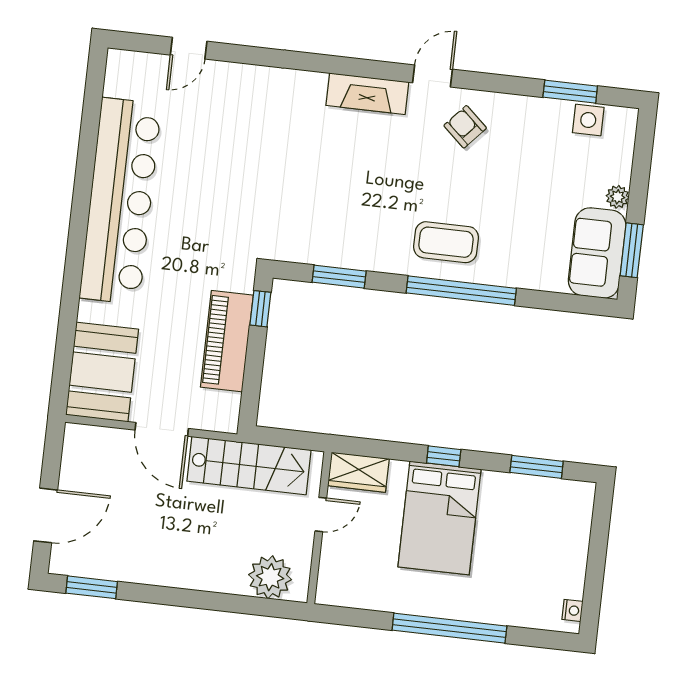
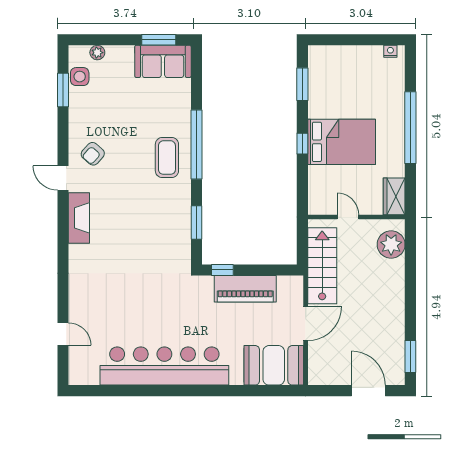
plant: (618, 197) -> (97, 53), moved
wardrobe: (358, 472) -> (394, 196), moved, turned 180

